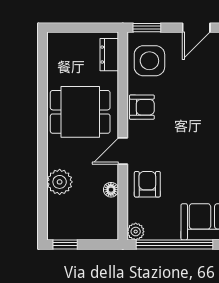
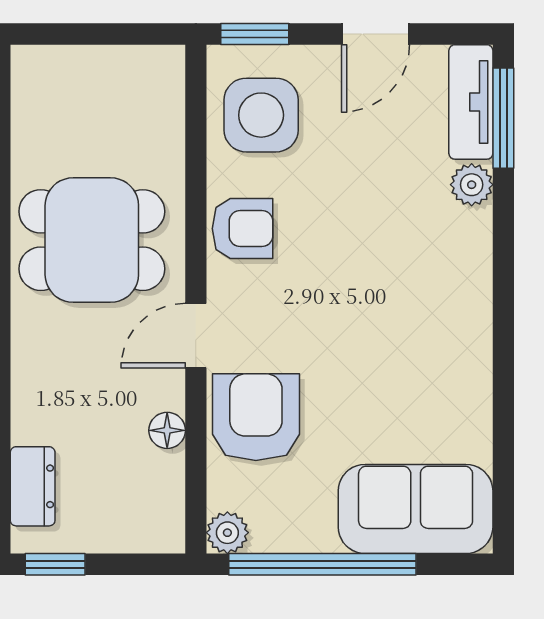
dresser: (109, 55) -> (33, 486), moved, turned 180
plant: (60, 182) -> (41, 411), removed
armchair: (147, 184) -> (256, 417), width x1.38, depth x1.38

